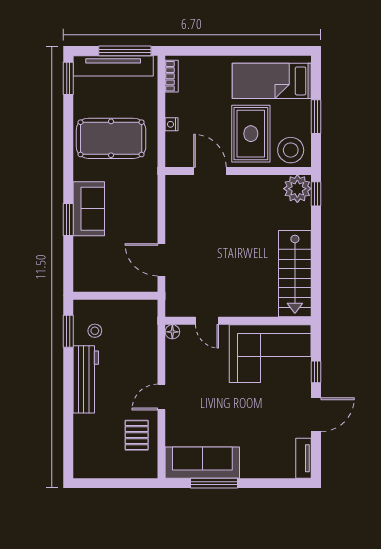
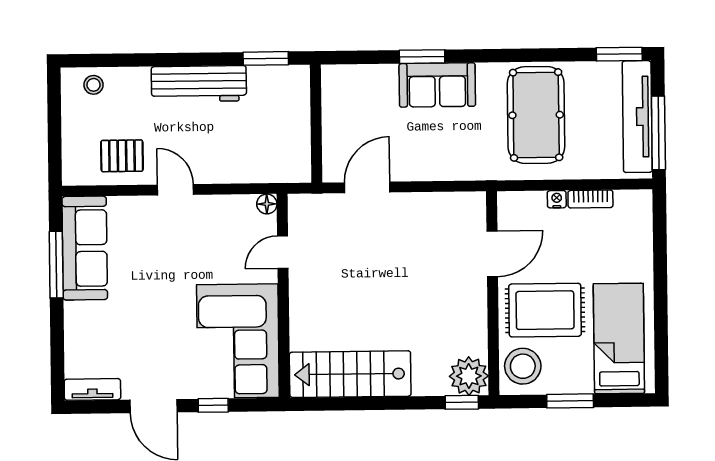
bookcase: (172, 76) -> (590, 199), moved
stool: (95, 331) -> (94, 85), moved

